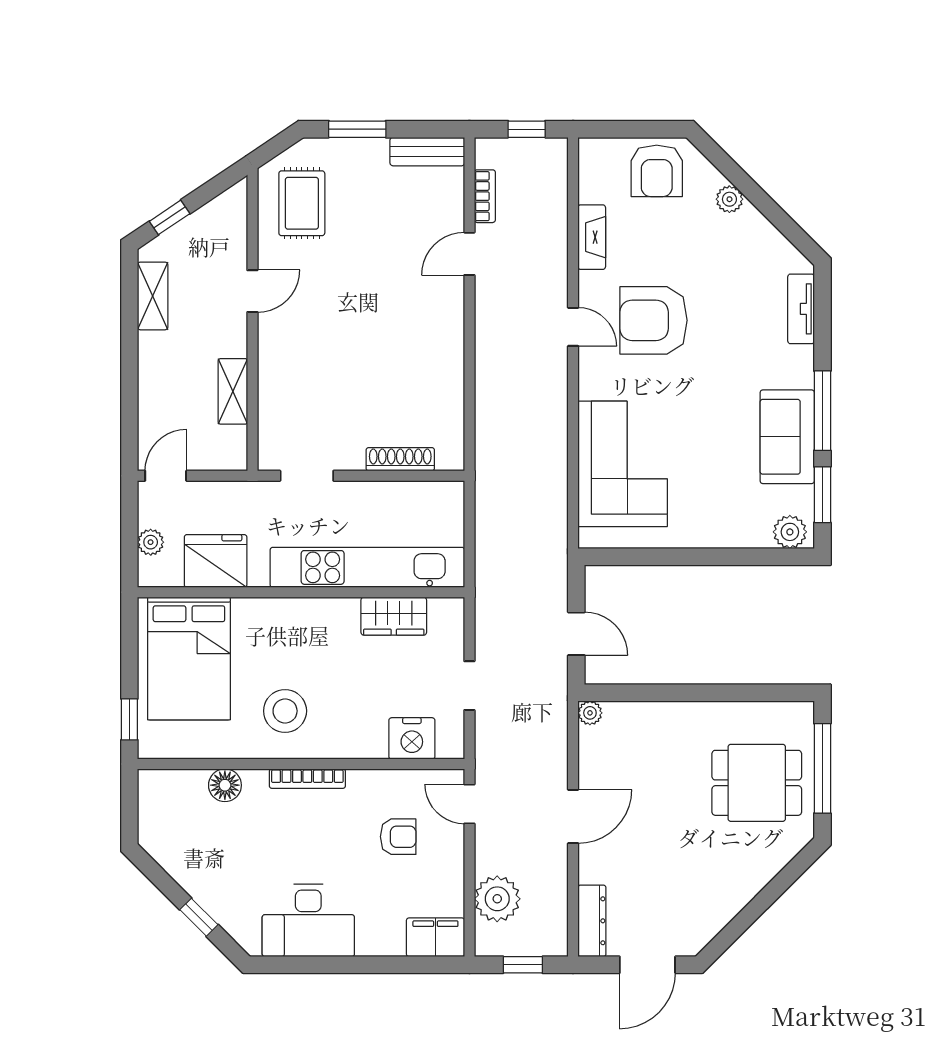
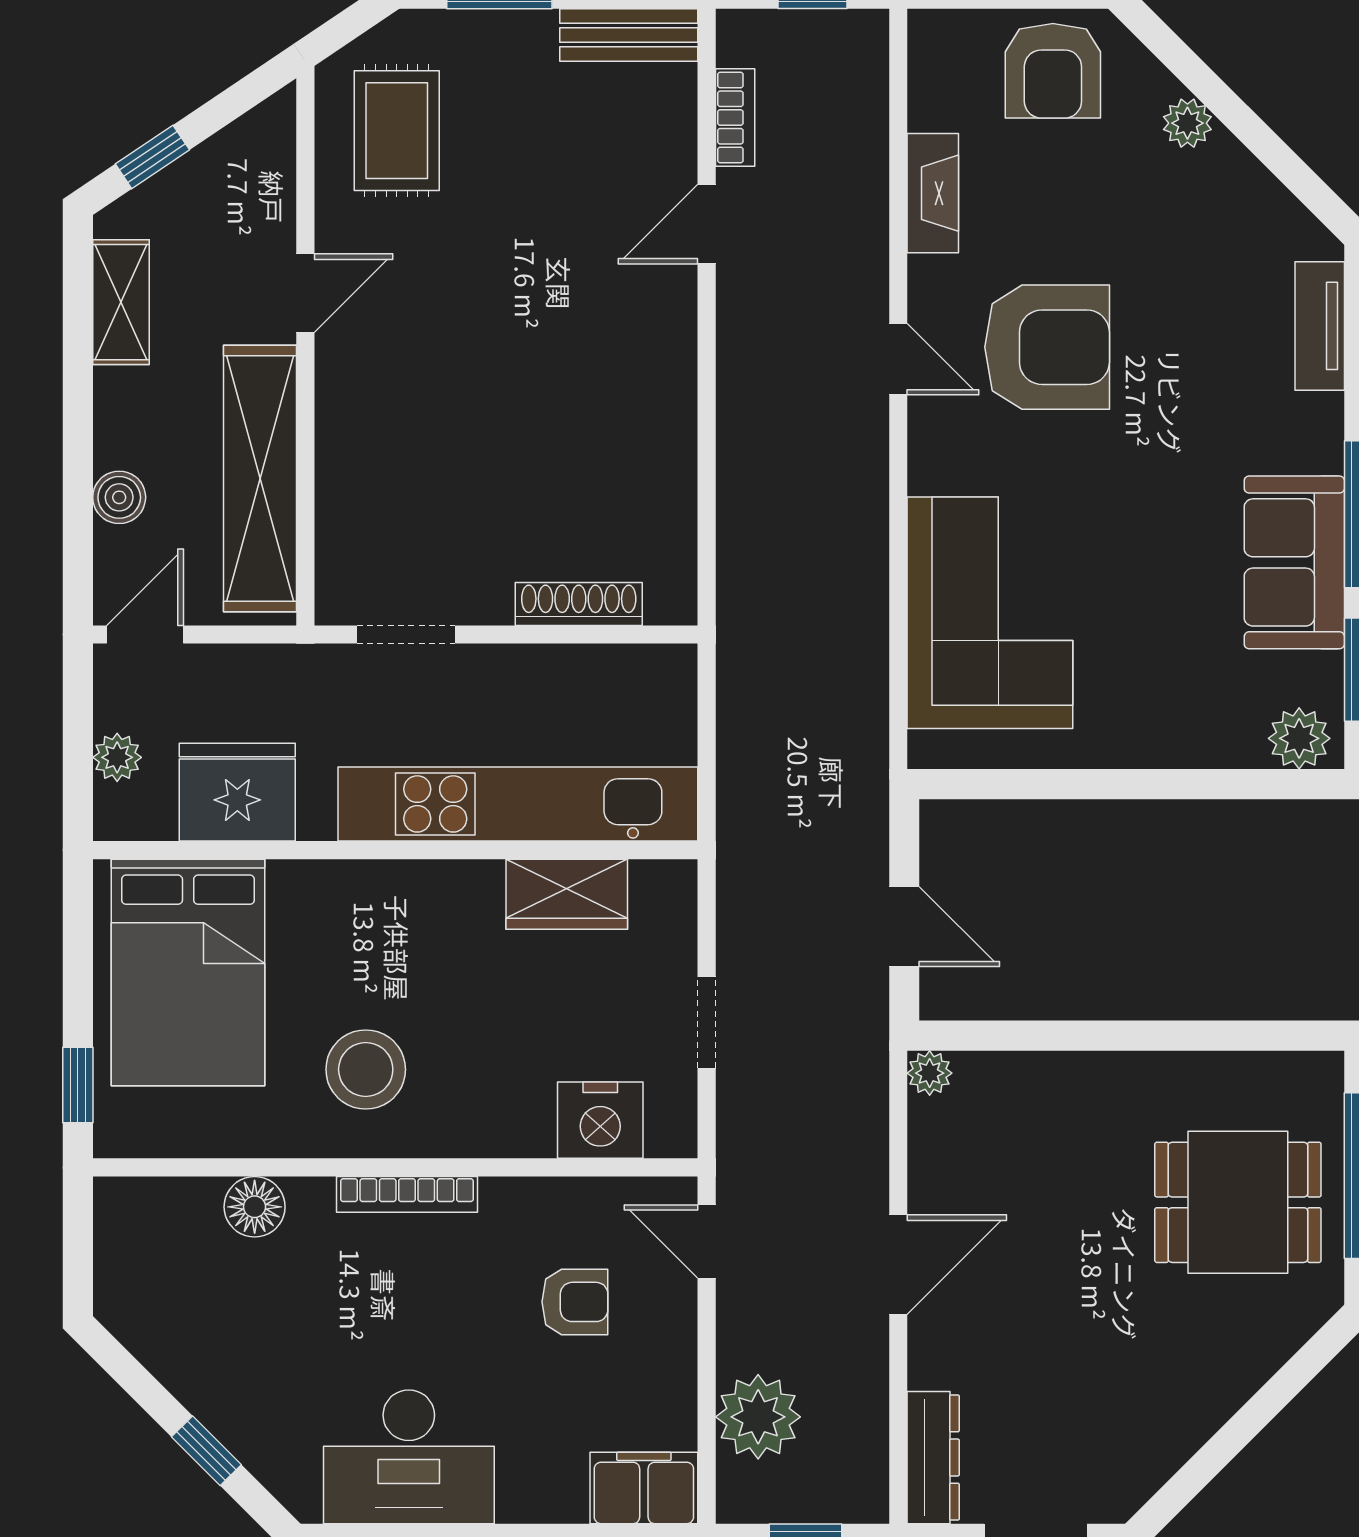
armchair: (654, 320) -> (1047, 347), turned 180
shelving: (233, 391) -> (260, 478), width x2.20, depth x1.33
boiler: (152, 402) -> (119, 497), added

